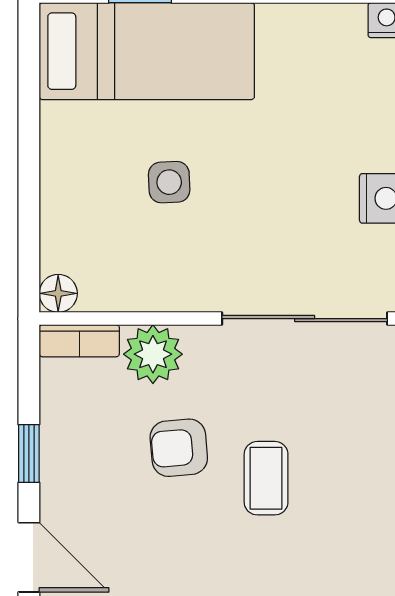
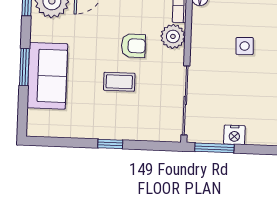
armchair: (179, 448) -> (133, 46), turned 95

